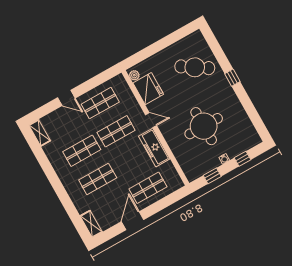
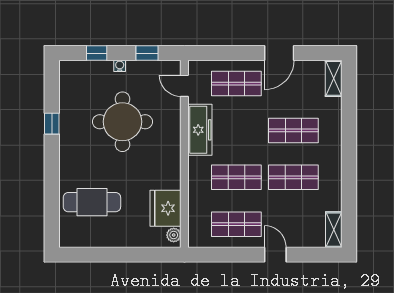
cafe table: (195, 67) -> (92, 202), turned -33
window: (232, 78) -> (52, 124), moved
door: (151, 120) -> (184, 86), moved

